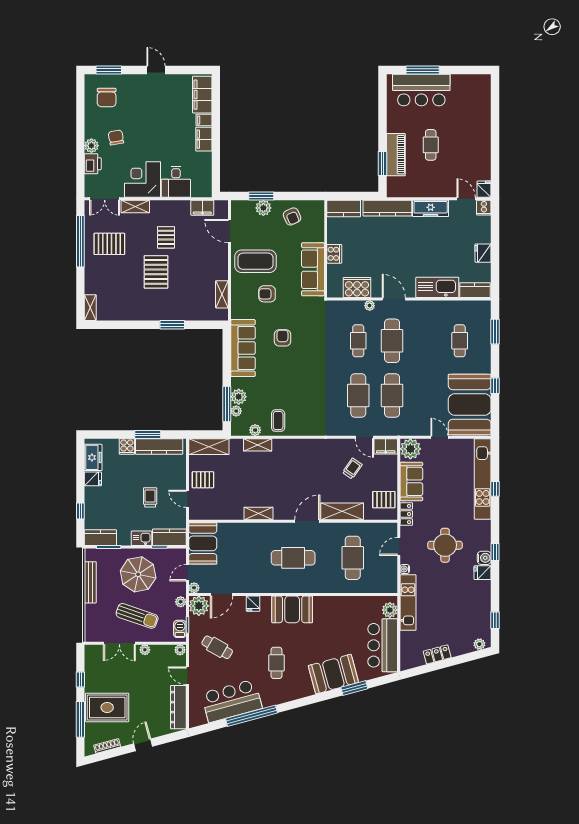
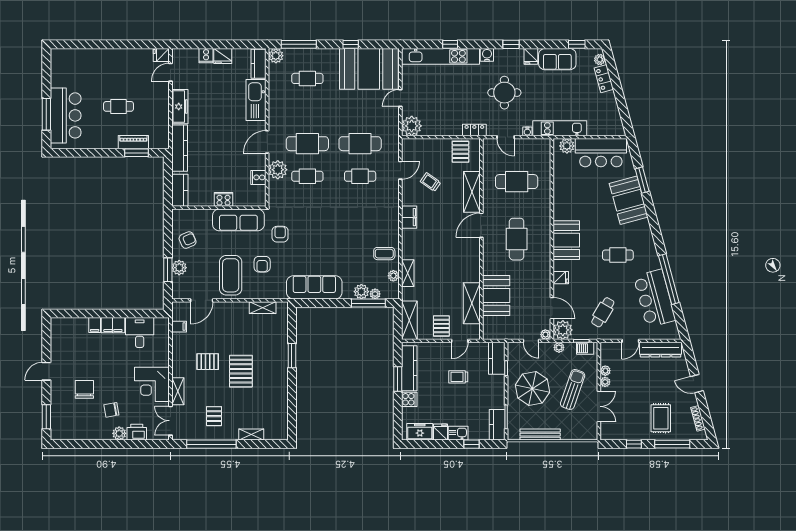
filing cabinet: (202, 95) -> (70, 327), removed
chair: (107, 98) -> (84, 389), moved, turned -90
piano: (396, 155) -> (133, 142), width x0.73, depth x0.75
desk: (176, 182) -> (140, 332), moved, turned -90
double door: (105, 199) -> (170, 421), swing flipped
filing cabinet: (202, 208) -> (179, 327), width x0.50
cooker: (484, 208) -> (206, 56), moved, turned 90
pallet: (109, 244) -> (214, 416), width x0.67, depth x0.71
pallet: (156, 272) -> (241, 371), turned 90
cooker: (357, 288) -> (258, 177), width x0.53, depth x0.76
plant: (370, 306) -> (278, 170), width x1.88, depth x1.88
shelving: (90, 308) -> (251, 435), moved
plant: (483, 308) -> (276, 56), added
window: (495, 332) -> (299, 44), width x1.44
armchair: (283, 338) -> (280, 234), moved, turned 90
cafe table: (358, 395) -> (360, 176), width x0.73, depth x0.74
filing cabinet: (386, 446) -> (409, 217), moved
sofa: (411, 481) -> (557, 59), moved, turned 180
shelving: (258, 513) -> (472, 303), moved, width x1.50, depth x1.33
door: (307, 521) -> (481, 225), hinge flipped
kitchen sink: (141, 538) -> (458, 433), moved, turned 90
booth: (203, 543) -> (496, 295), moved, turned 90
water cooler: (484, 558) -> (487, 55), moved
plant: (180, 650) -> (605, 371), moved
locker: (437, 654) -> (604, 79), moved
rug: (107, 707) -> (661, 418), width x0.73, depth x0.70

